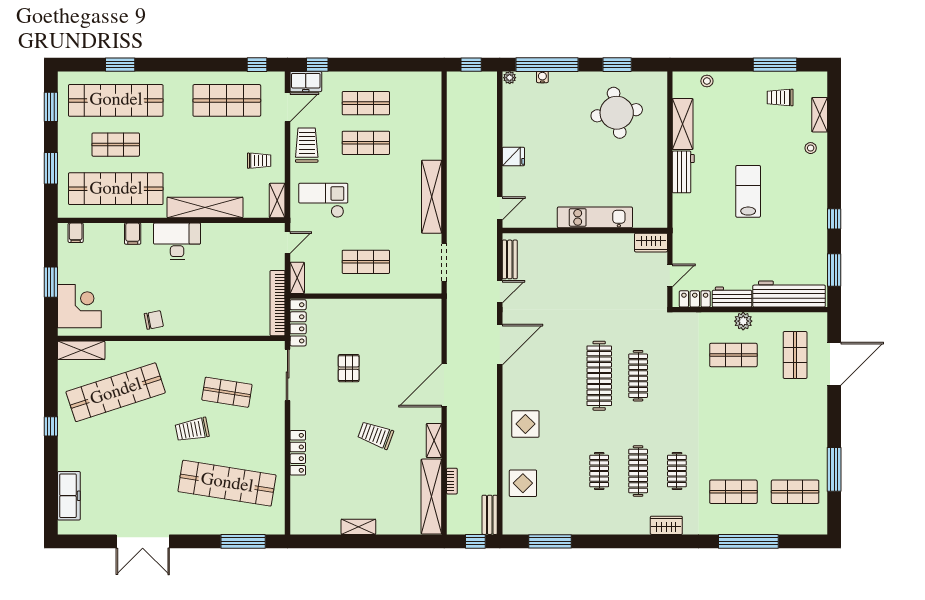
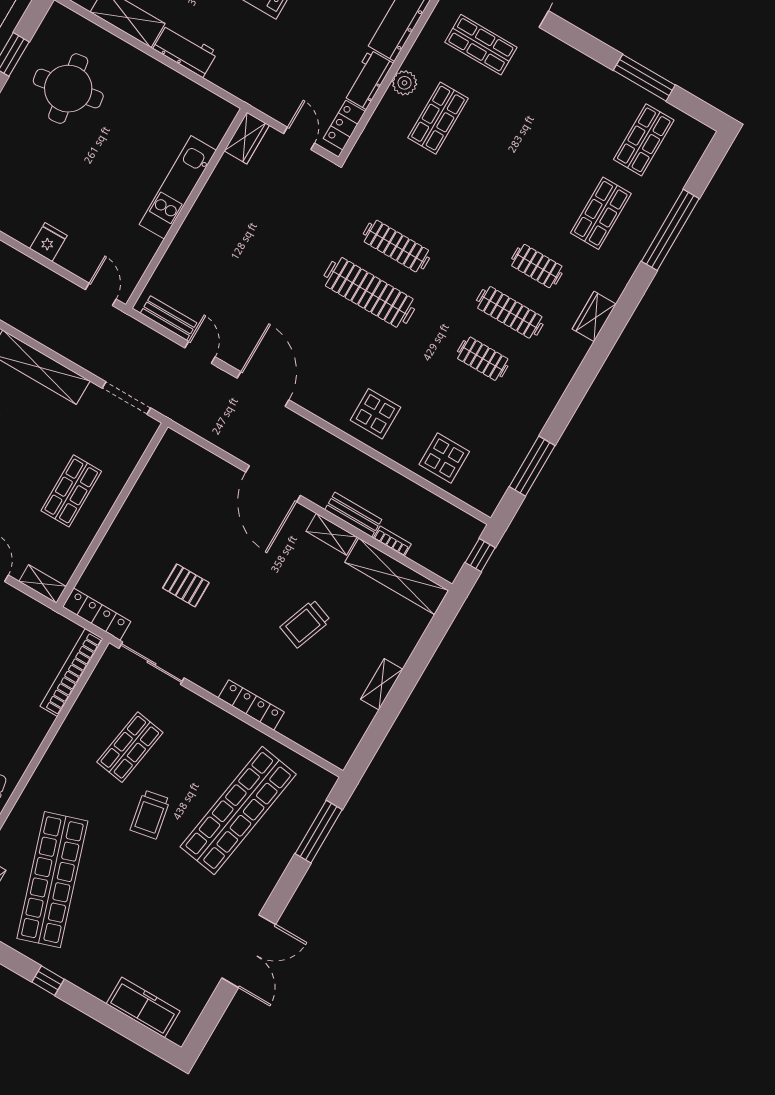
bookcase: (278, 303) -> (71, 673), moved, turned 90
trolley: (376, 435) -> (305, 624), moved
bench: (490, 515) -> (353, 515), moved

